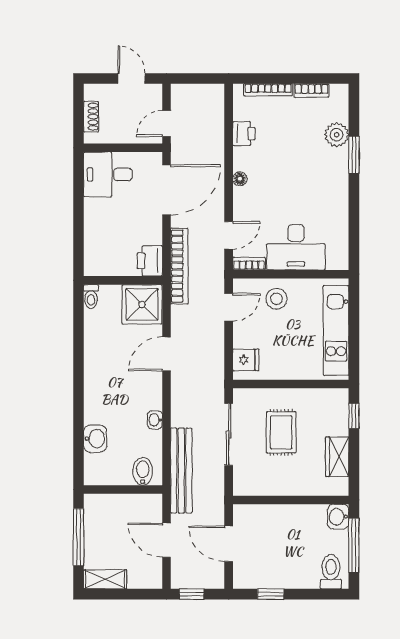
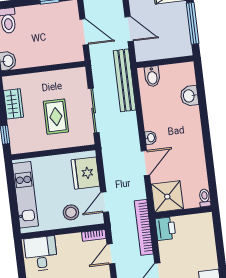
desk: (296, 247) -> (41, 254), moved, width x0.73
fridge: (246, 360) -> (85, 173), width x1.88, depth x1.34
washbasin: (155, 420) -> (151, 138), moved

